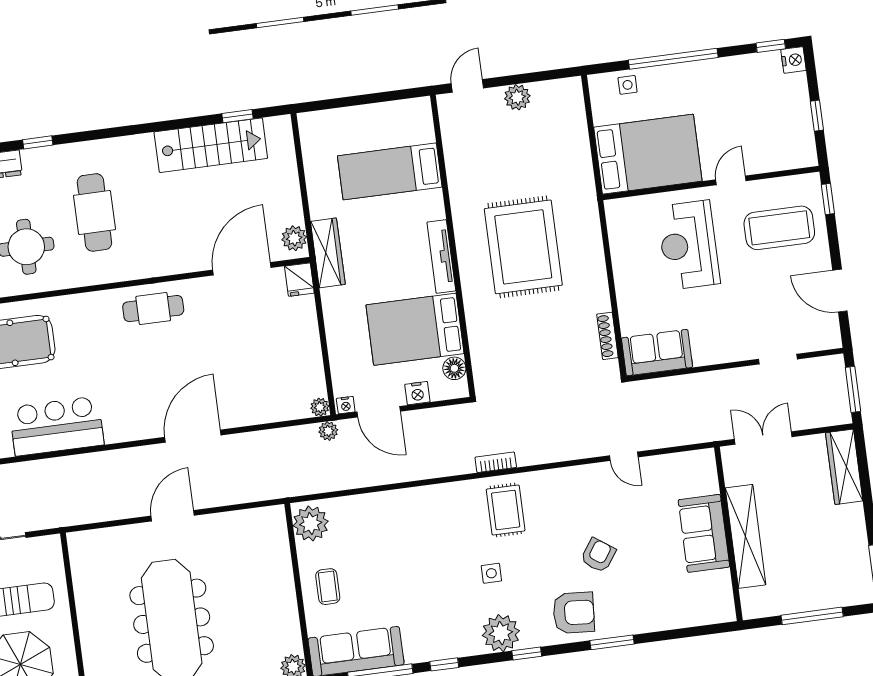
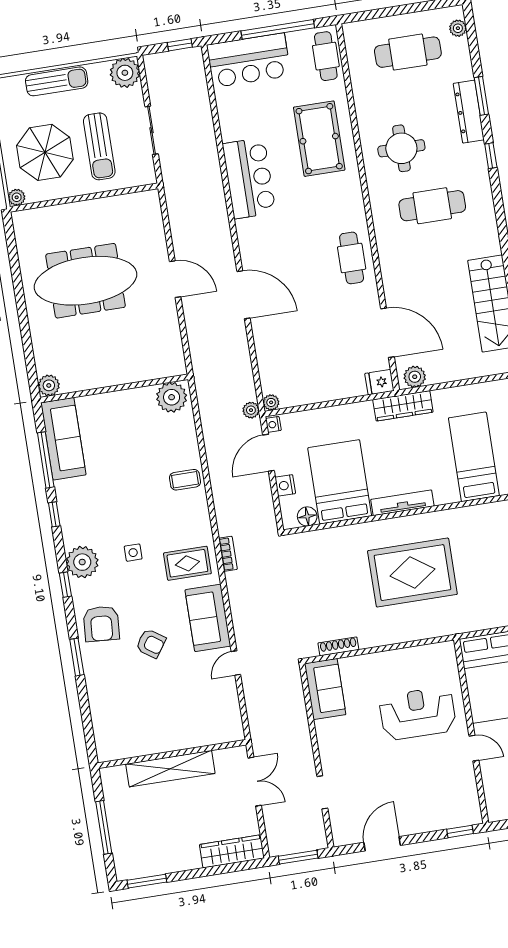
coffee table: (779, 228) -> (434, 791), removed
sofa: (704, 533) -> (208, 618), moved, turned -90
coffee table: (328, 587) -> (185, 480), moved

